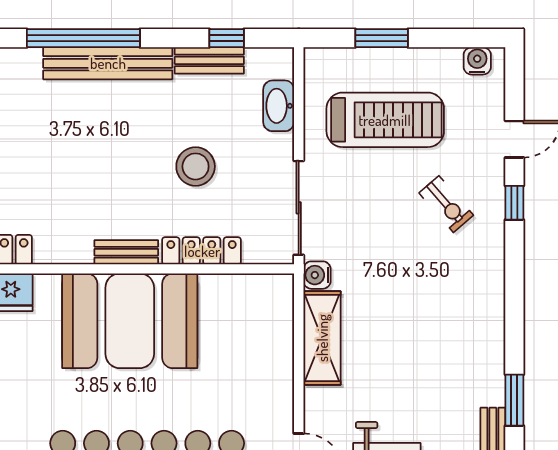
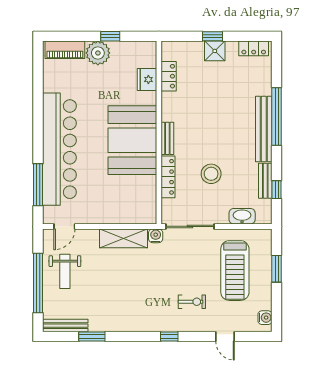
window: (514, 203) -> (169, 337), moved
exercise bike: (446, 204) -> (192, 302), turned -139

